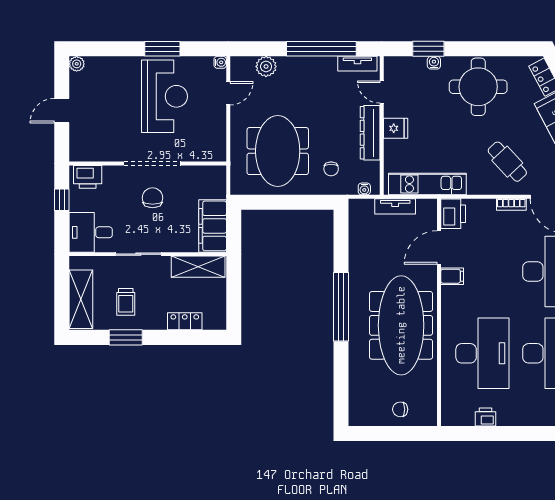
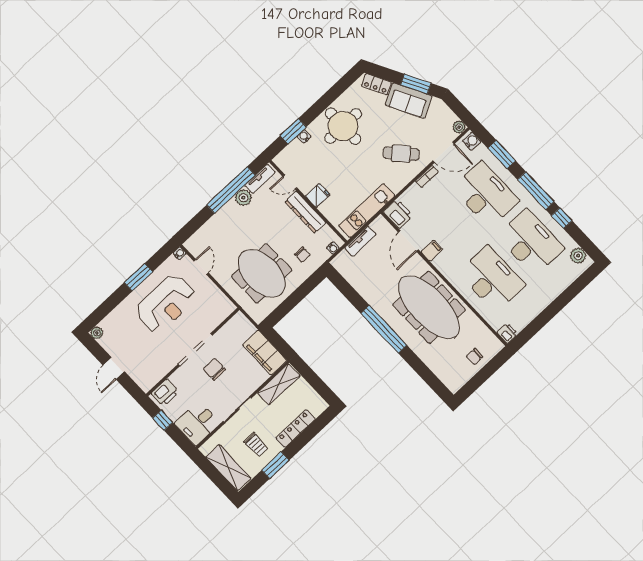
plant: (266, 66) -> (243, 198), moved
reception desk: (164, 96) -> (166, 304), turned 90
locker: (185, 321) -> (296, 428), width x1.53
printer: (485, 417) -> (507, 333), moved, turned 90

